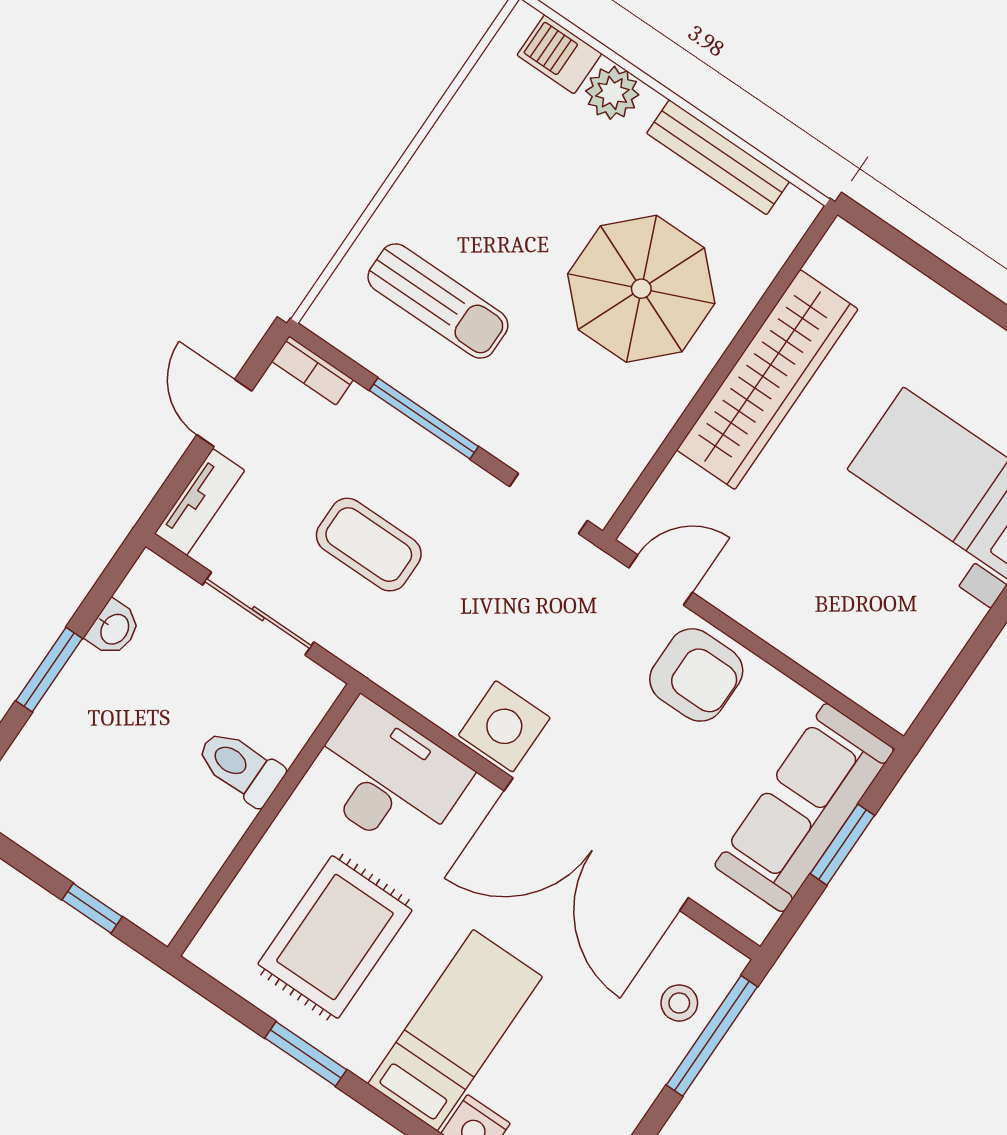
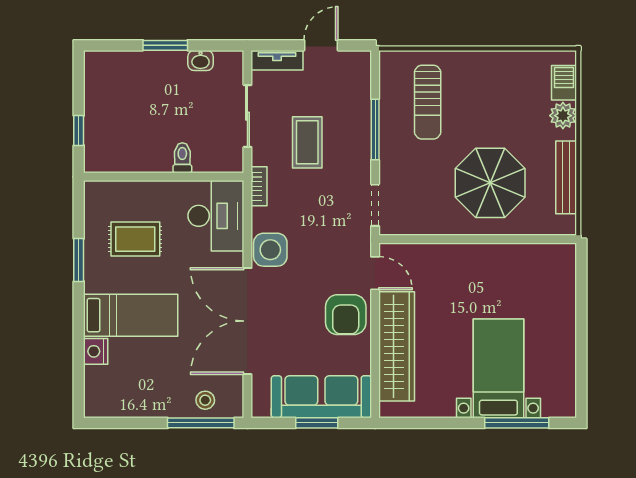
bookcase: (313, 371) -> (259, 186), moved, turned 180
wardrobe: (767, 380) -> (397, 346), moved, turned -90
toilet: (240, 767) -> (182, 158), width x0.73, depth x0.72
rug: (335, 937) -> (135, 239), width x0.73, depth x0.70

